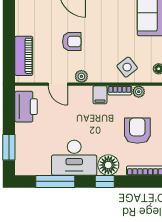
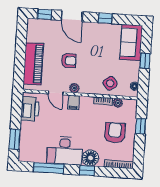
piano: (24, 56) -> (33, 64), width x1.37, depth x1.33
filing cabinet: (100, 95) -> (73, 102), moved

